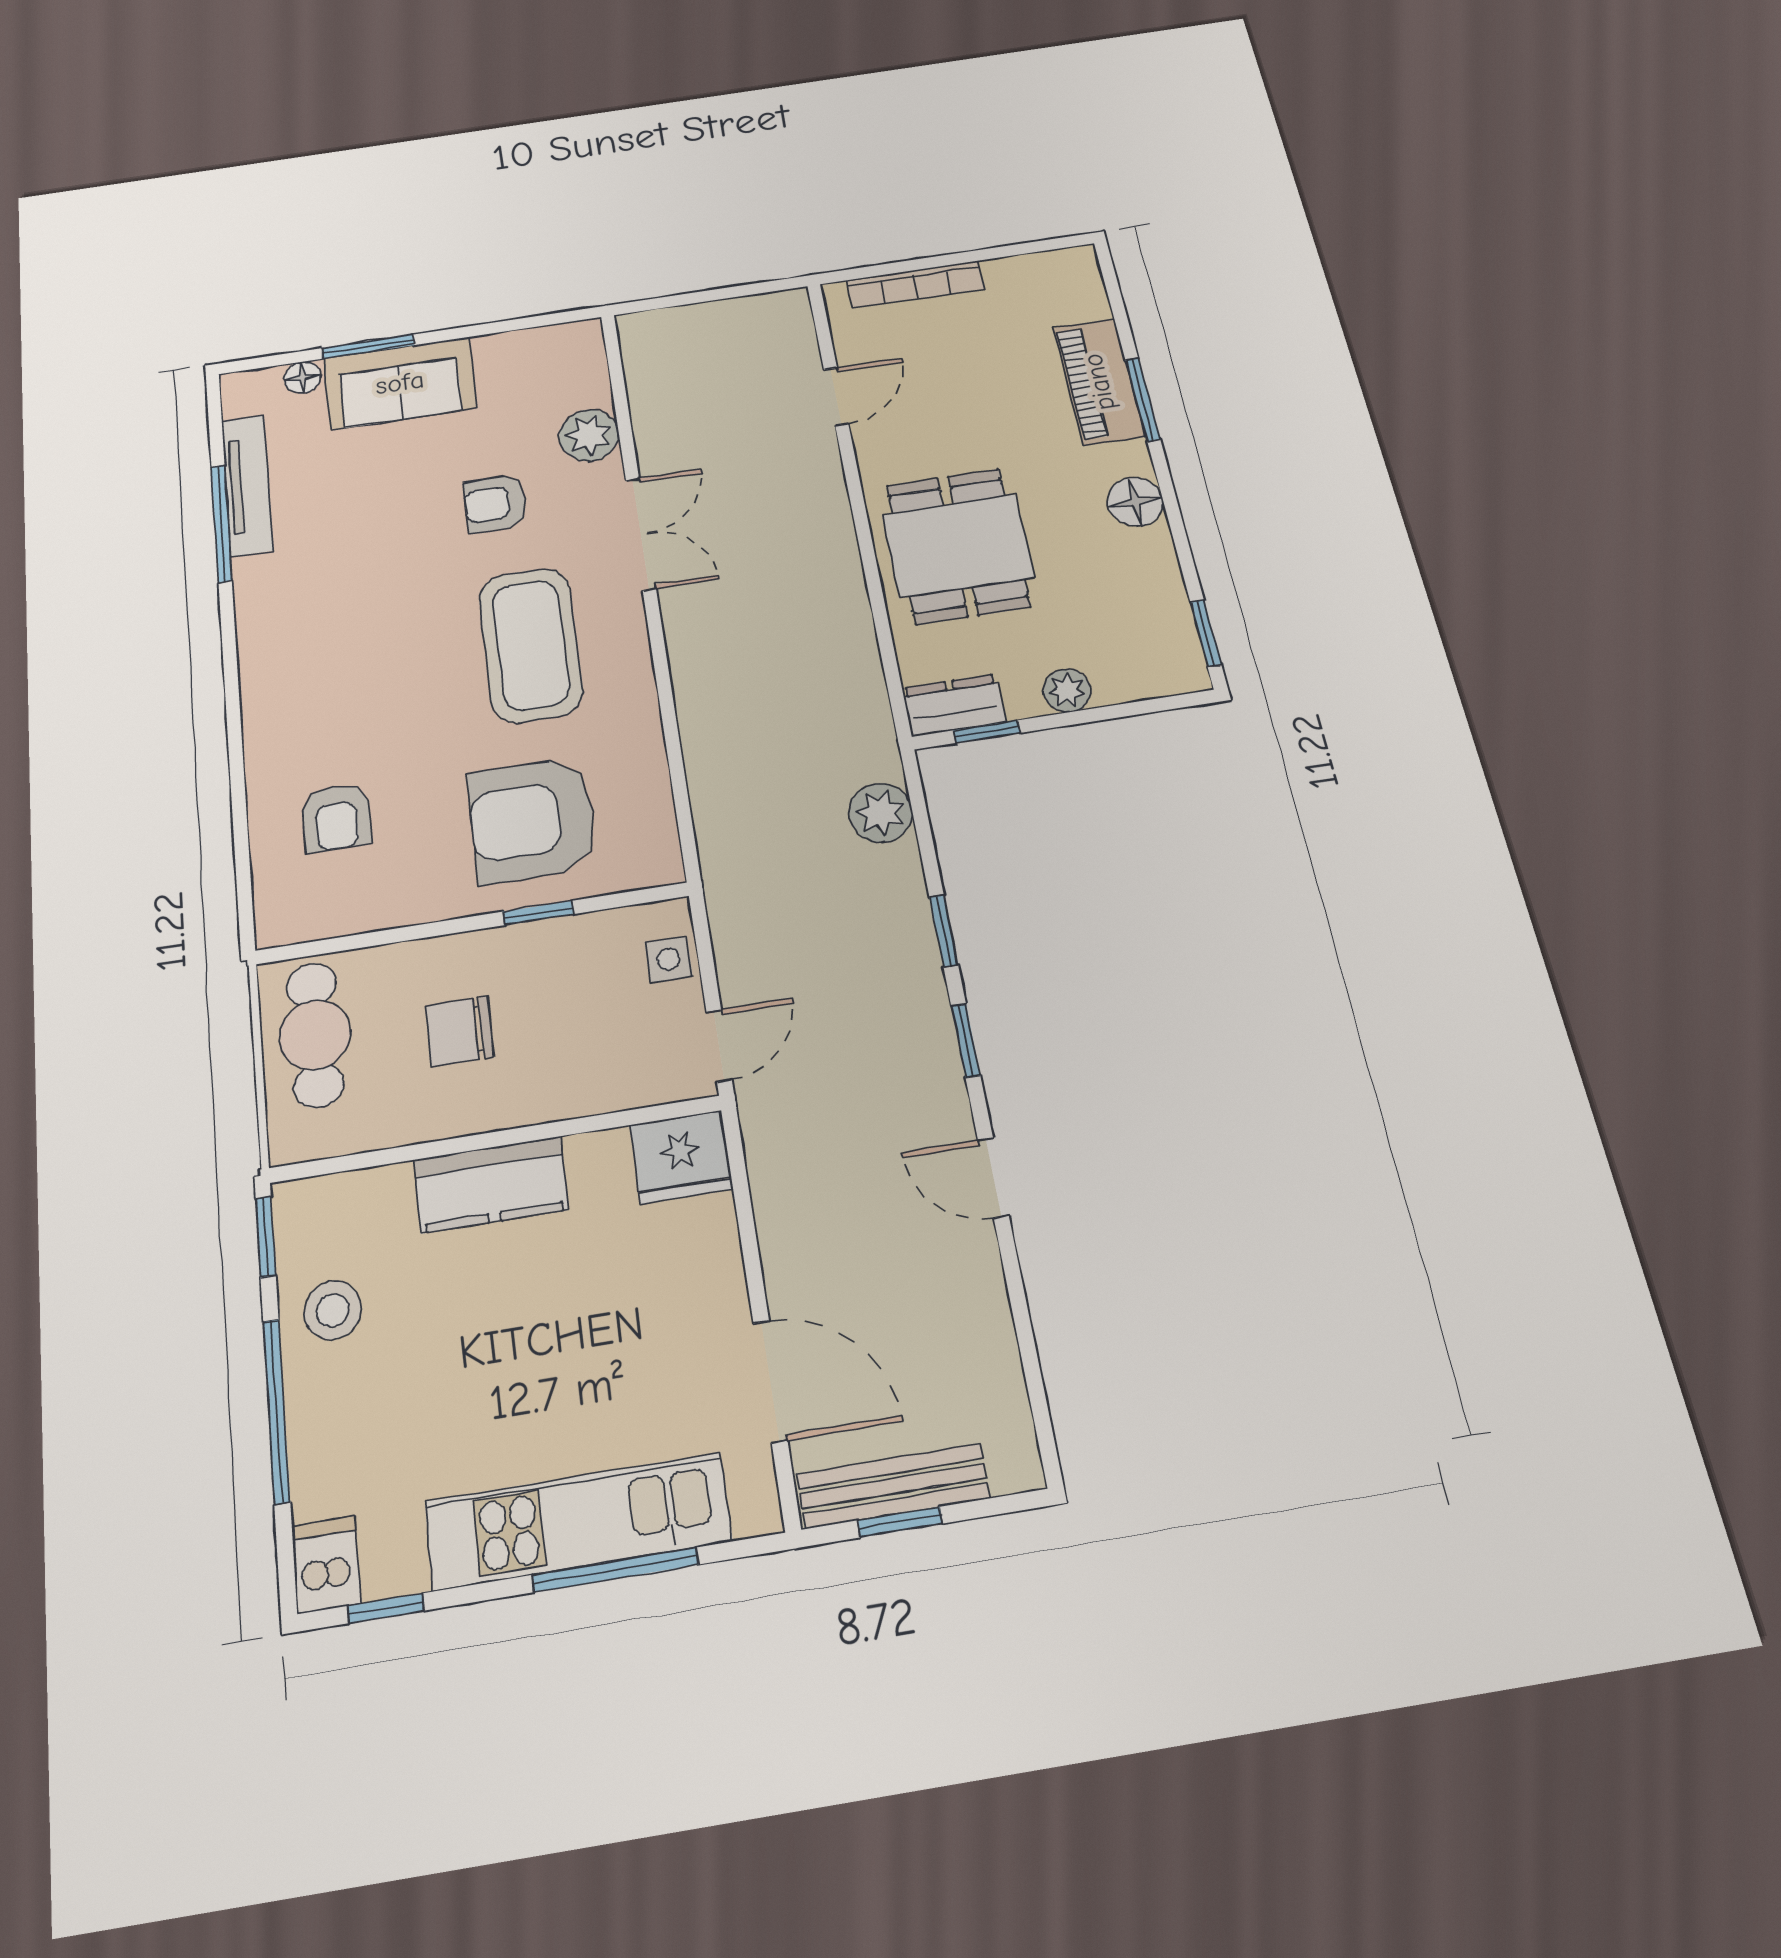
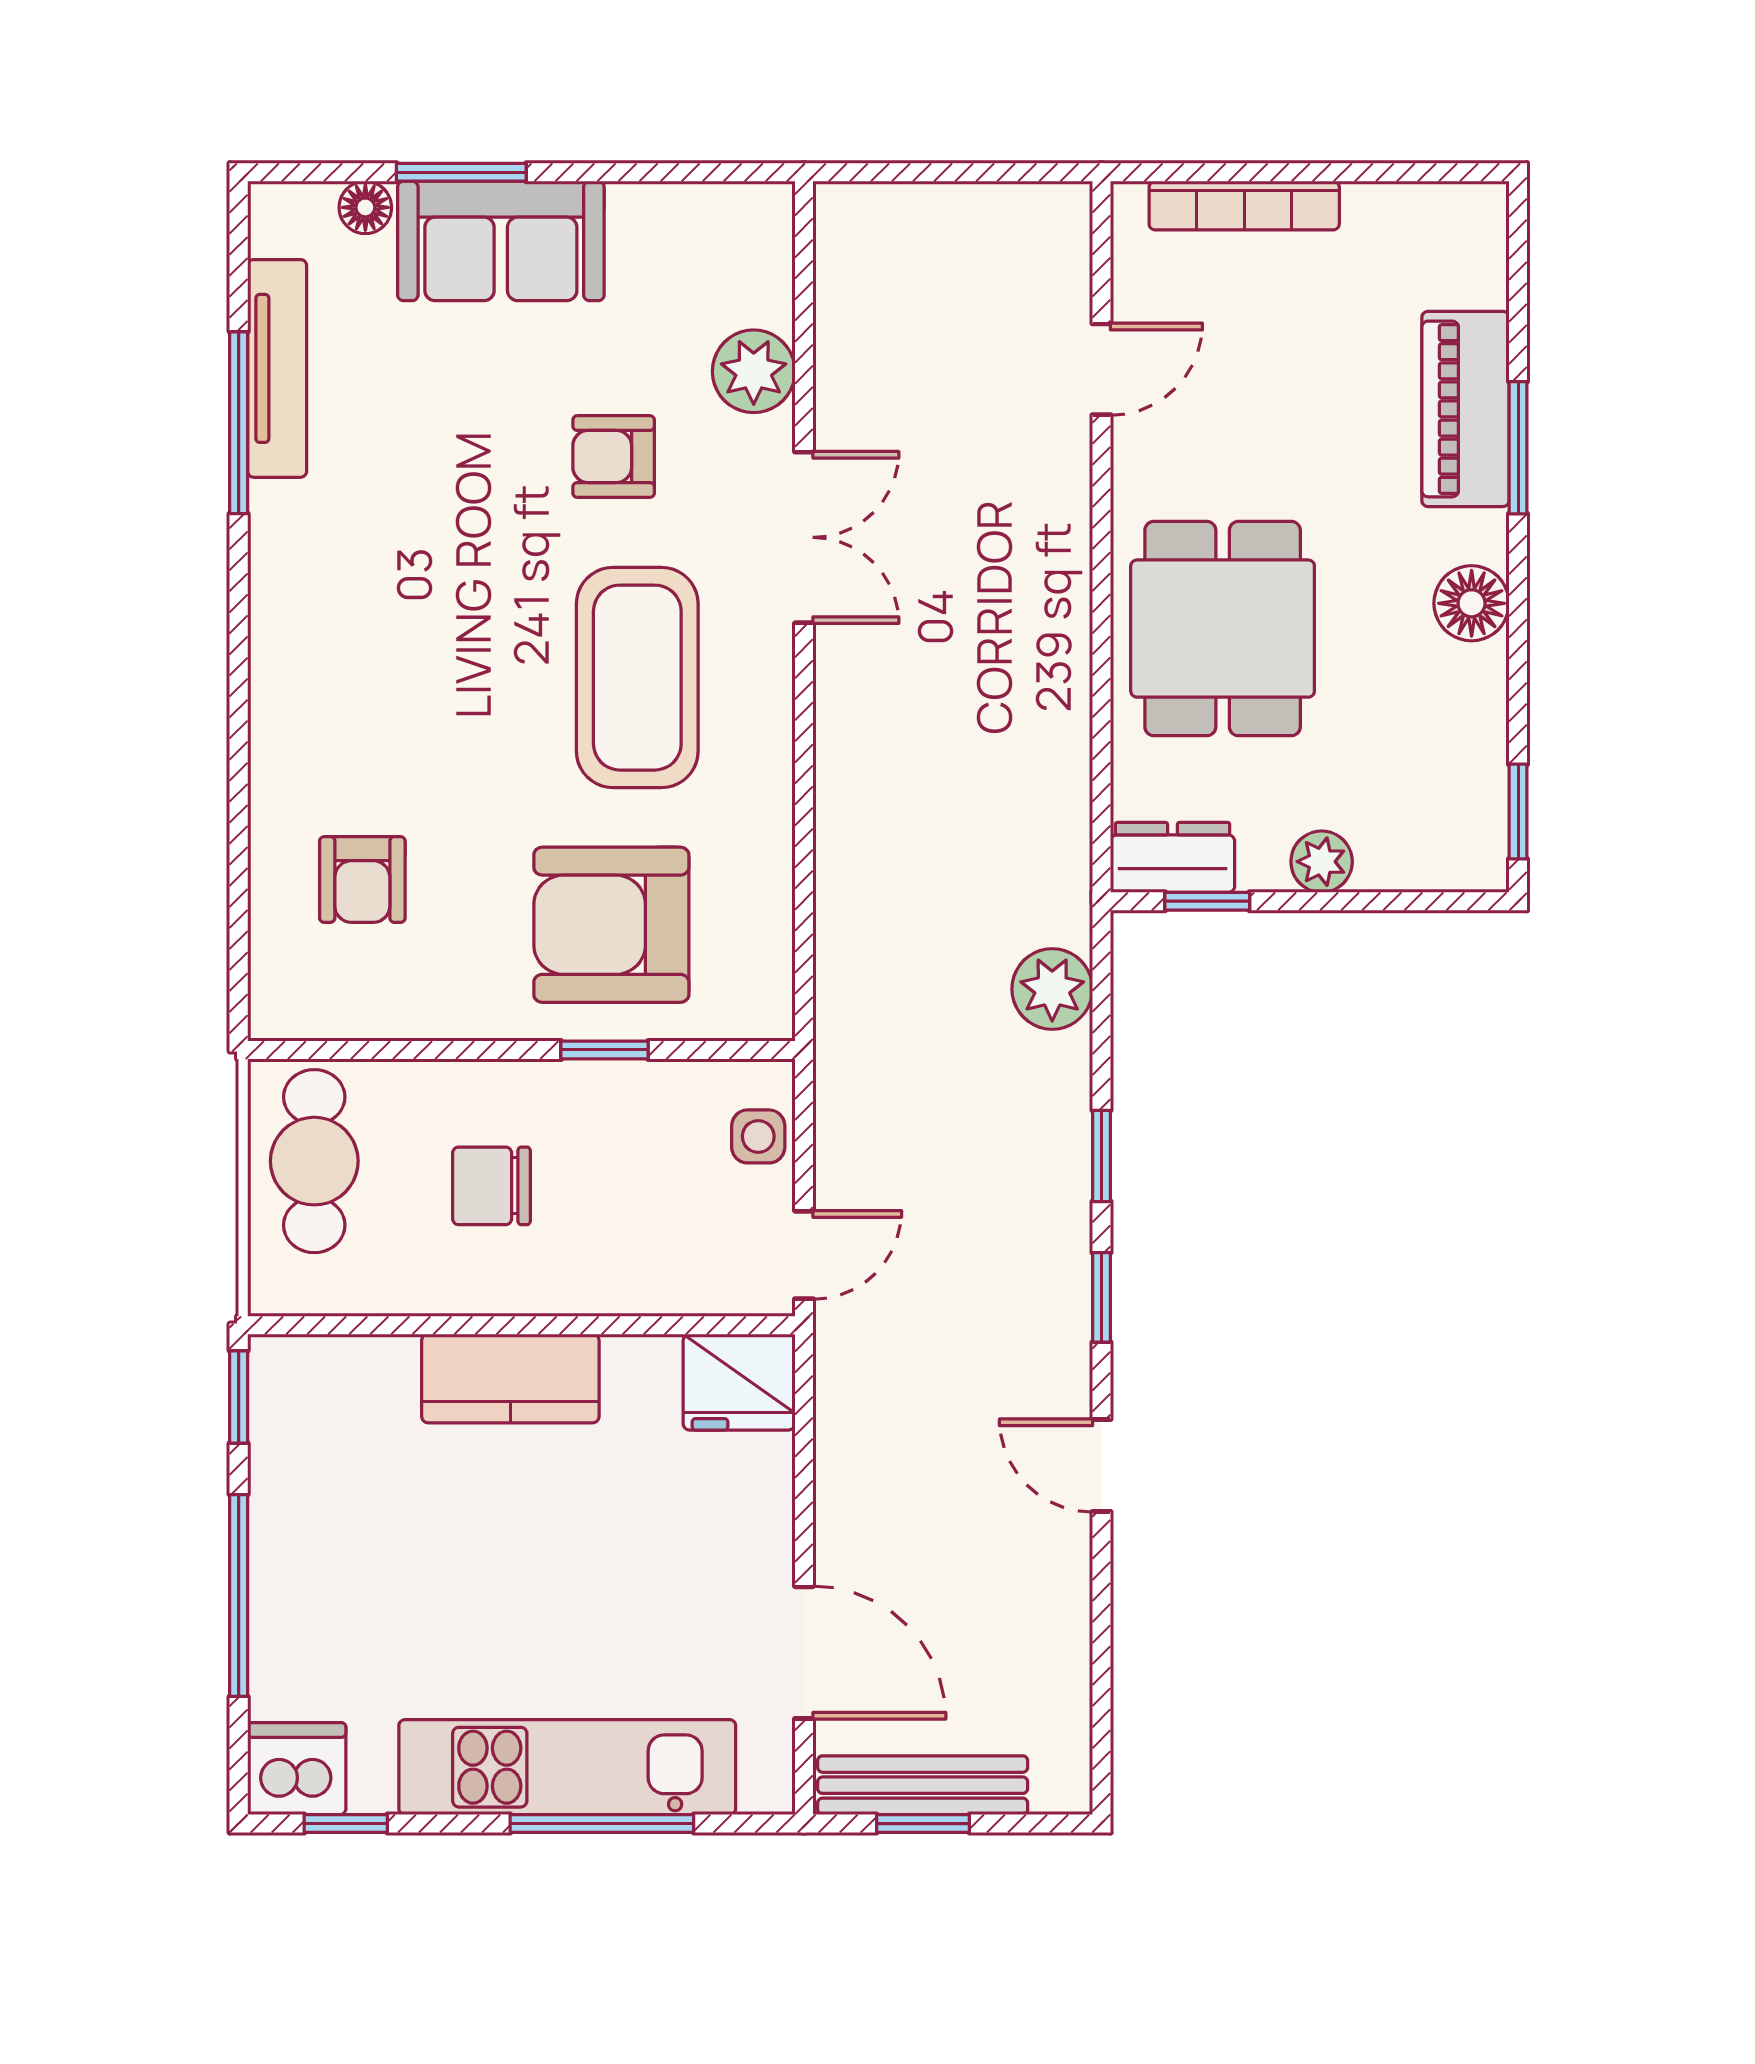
stool: (333, 1310) -> (311, 1494), removed
dishwasher: (326, 1565) -> (297, 1769), width x1.38

